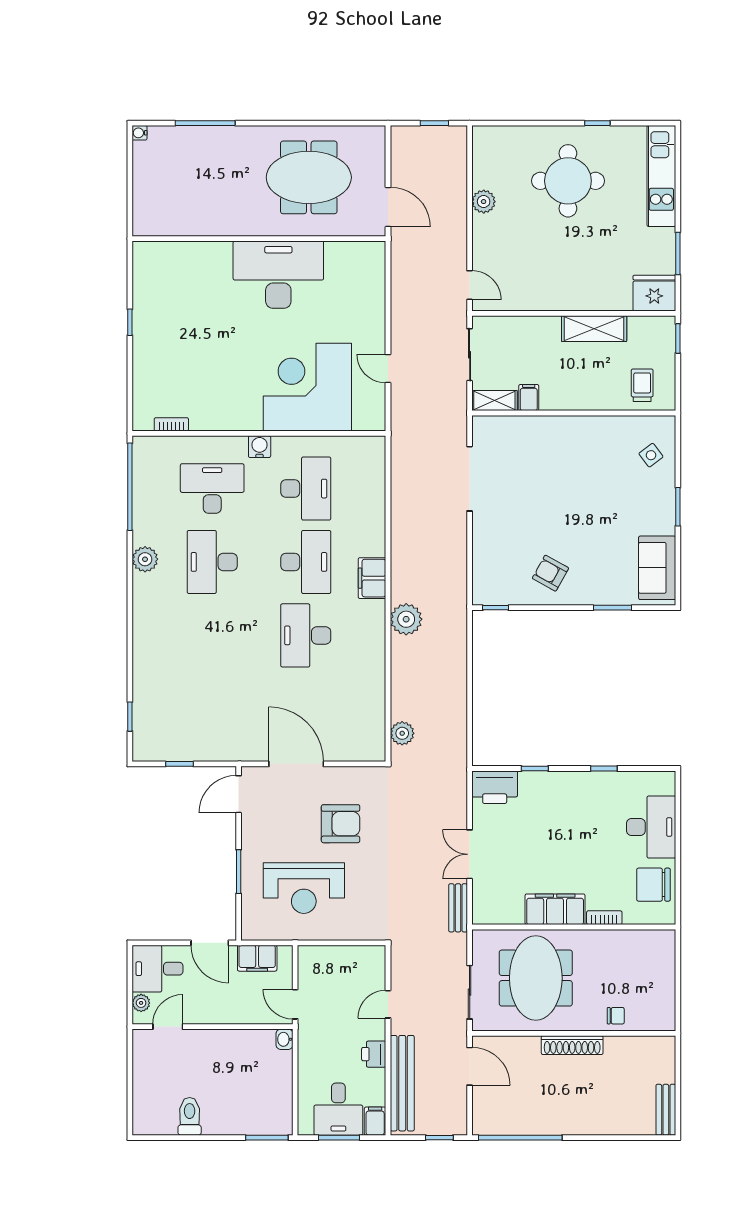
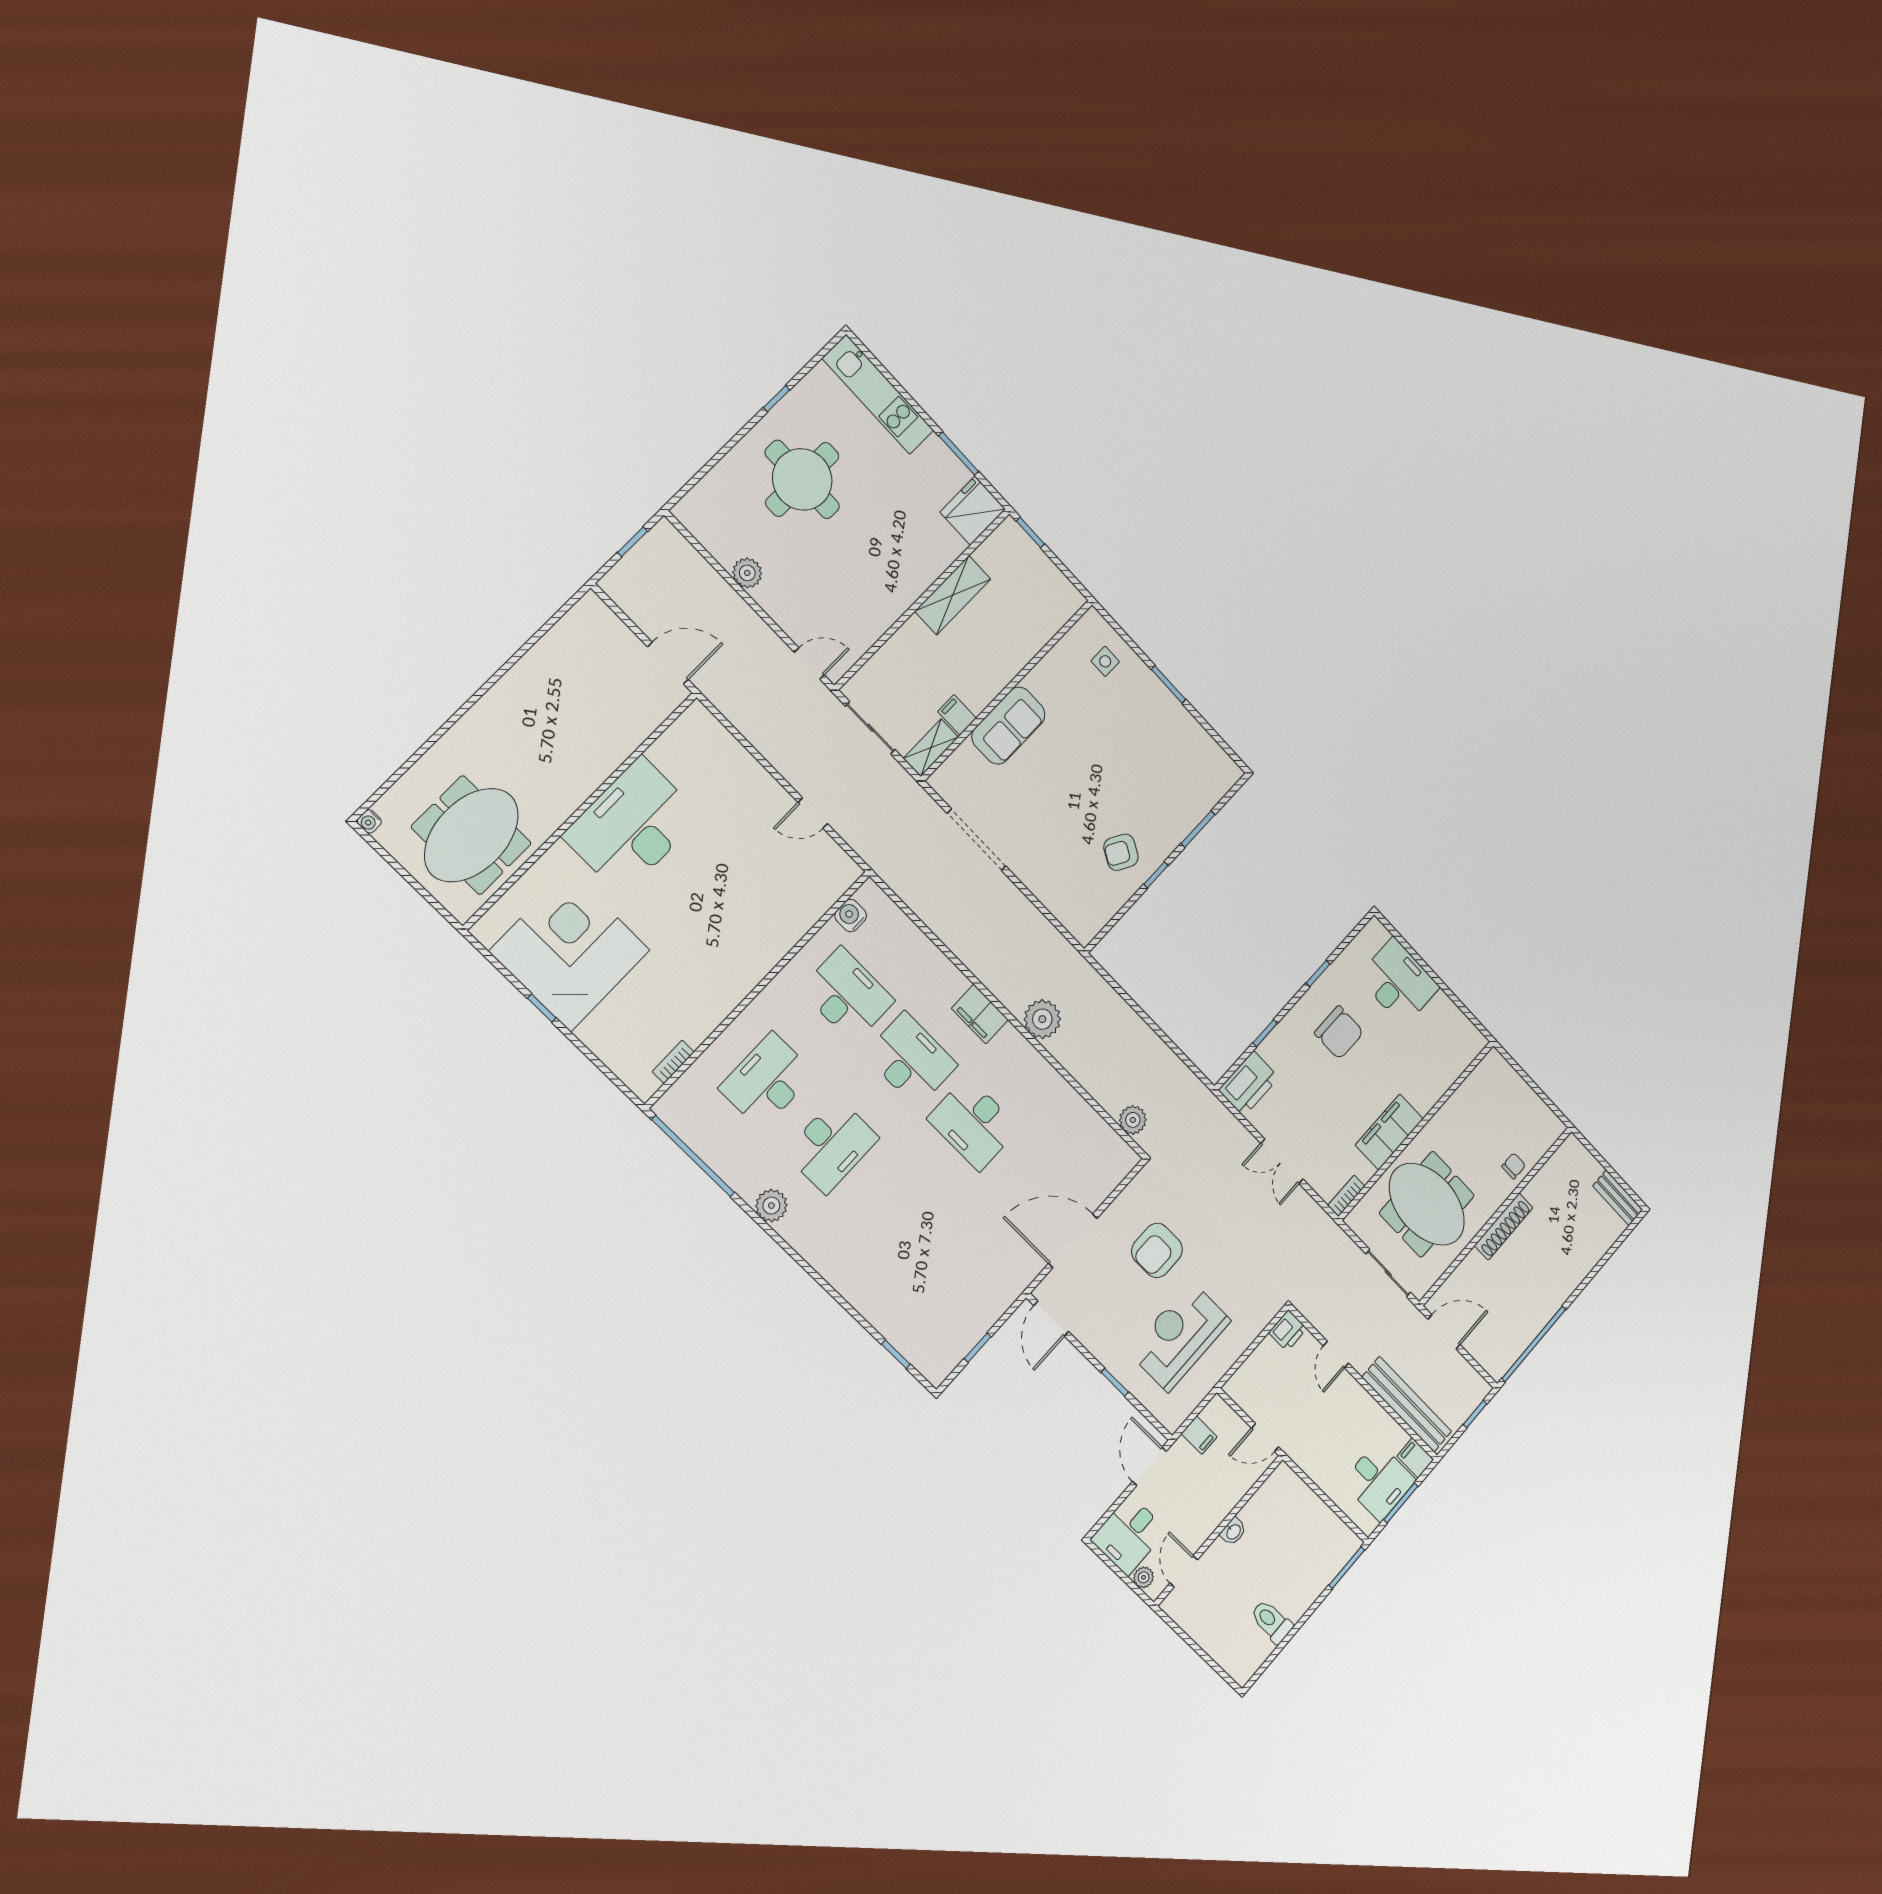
window: (205, 123) -> (422, 751), removed
meeting table: (309, 177) -> (471, 835), moved
trolley: (642, 385) -> (1040, 606), removed
corner desk: (307, 387) -> (570, 951), moved, turned 90
water cooler: (260, 447) -> (851, 916), moved
side table: (651, 455) -> (1105, 661), turned 37
desk: (212, 562) -> (832, 1145), turned -90
sofa: (657, 568) -> (1008, 726), moved, turned -90
window: (496, 608) -> (1156, 875), moved
armchair: (341, 824) -> (1157, 1250), turned 180
window: (239, 872) -> (1115, 1382), width x0.67
chair: (653, 885) -> (1339, 1033), moved, turned -90
reception desk: (304, 888) -> (1180, 1336), turned 180
bench: (458, 908) -> (1315, 1215), removed
bookcase: (604, 918) -> (1346, 1196), moved
door: (210, 943) -> (1149, 1466), swing flipped
filing cabinet: (257, 958) -> (1199, 1435), width x0.50
washbasin: (284, 1039) -> (1233, 1531), moved, turned -90
printer: (374, 1054) -> (1288, 1331), moved, turned -90

